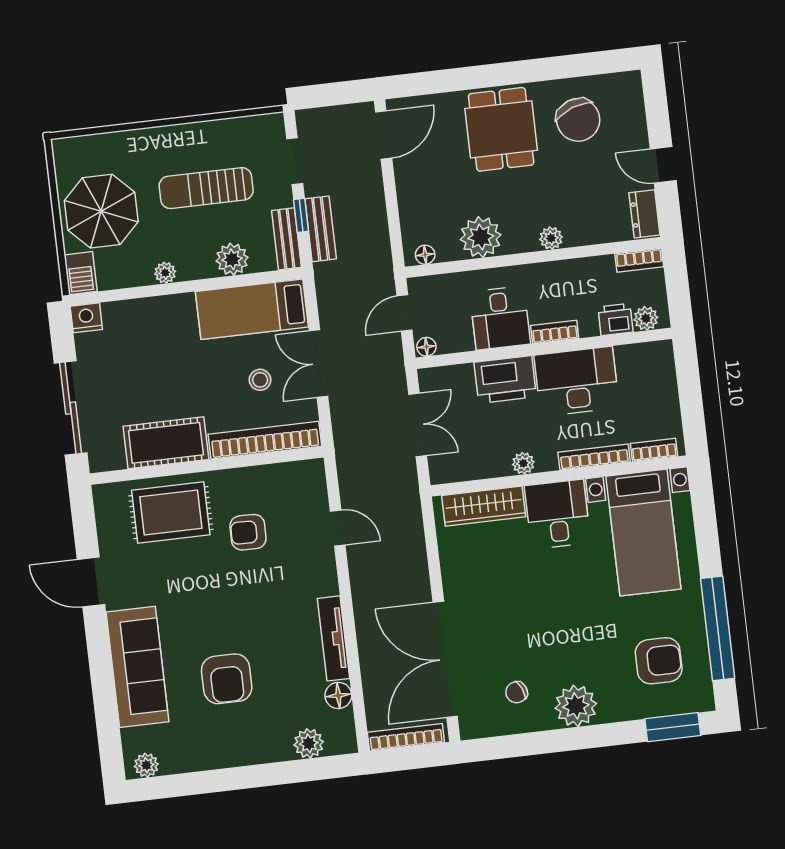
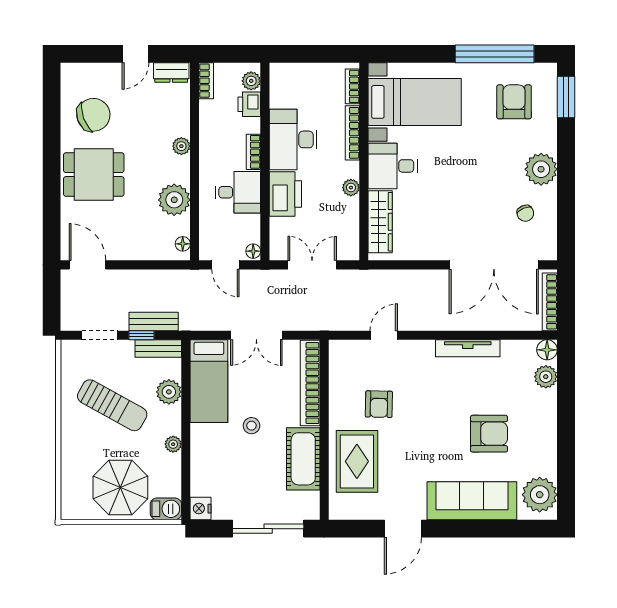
sun lounger: (206, 188) -> (112, 405), turned -61
stool: (260, 380) -> (251, 426), moved
floor lamp: (338, 695) -> (547, 350), moved
plant: (146, 765) -> (540, 495), width x1.87, depth x1.87

